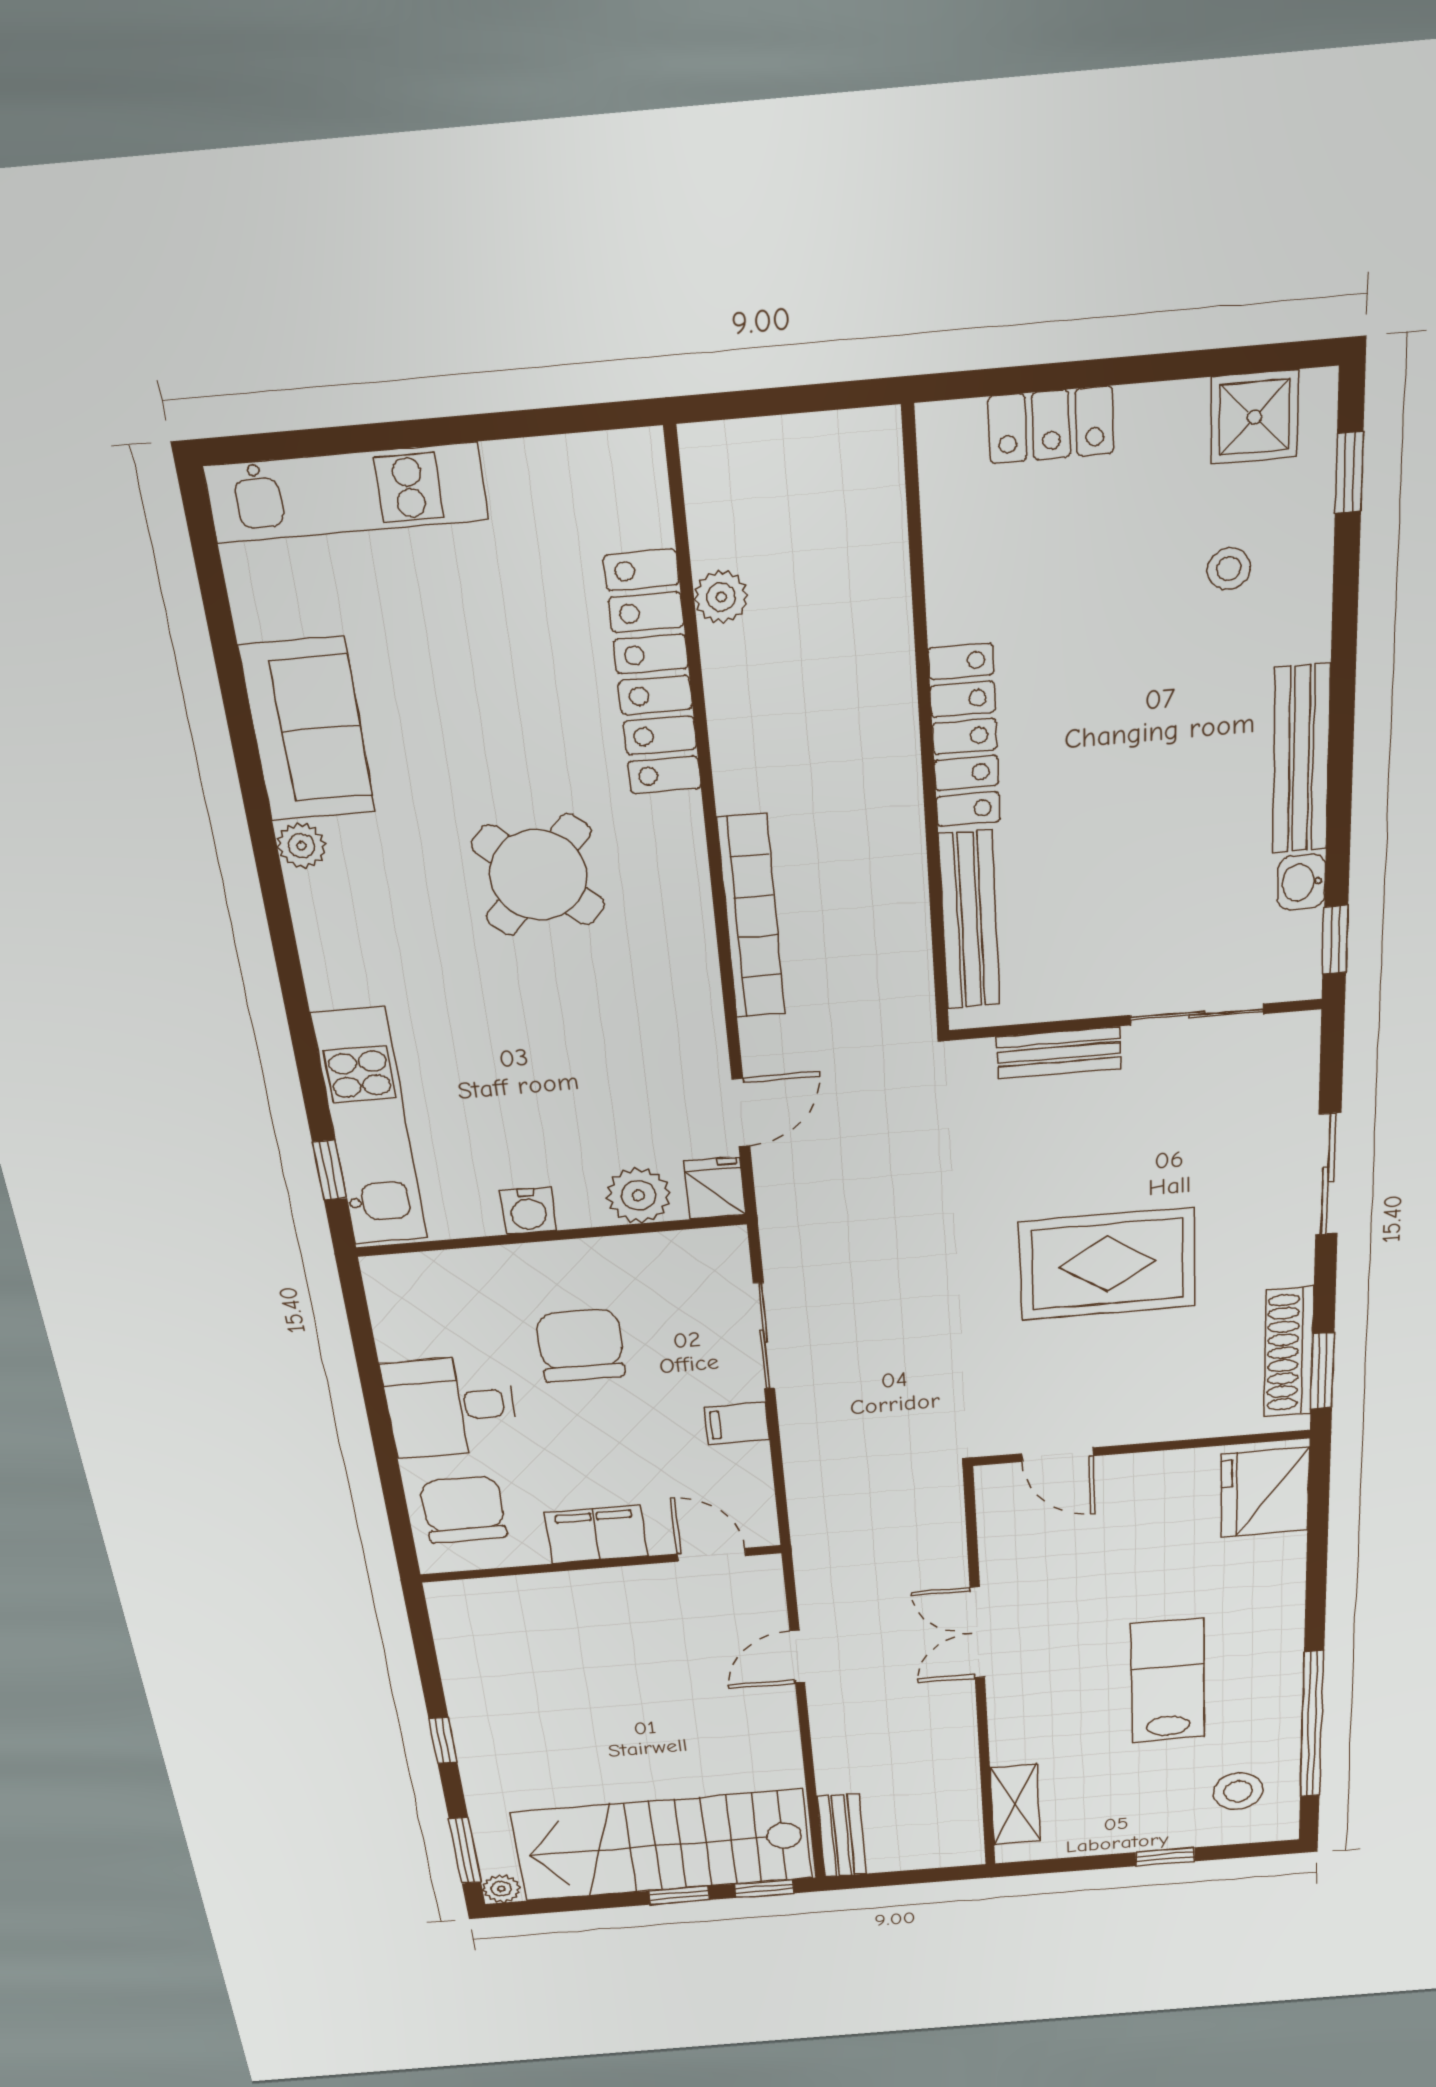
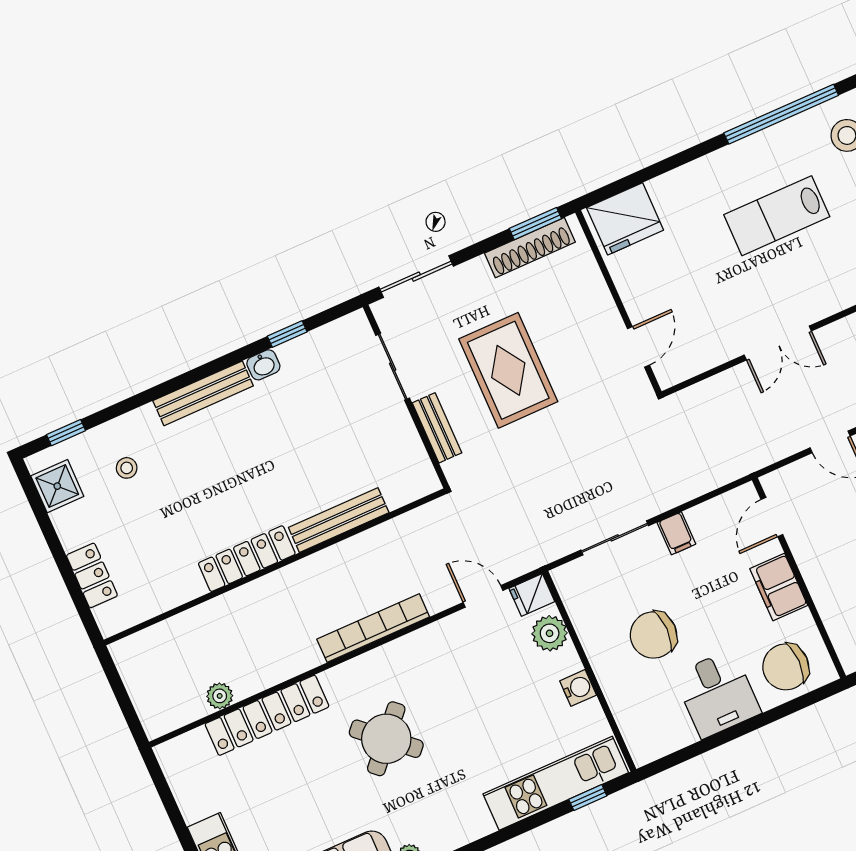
sliding door: (1197, 1015) -> (393, 367), moved
wall: (1135, 1020) -> (406, 397), moved
bench: (1059, 1053) -> (437, 428), moved

